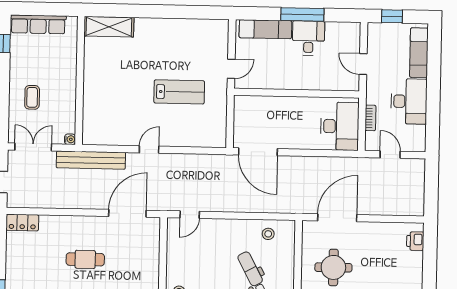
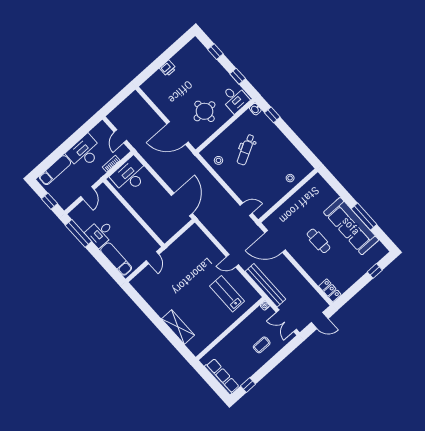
window: (302, 14) -> (78, 233), moved
shelving: (109, 27) -> (178, 327), moved
door: (231, 69) -> (153, 258), swing flipped
lab bench: (179, 92) -> (227, 294), moved
printer: (415, 241) -> (168, 68), moved

